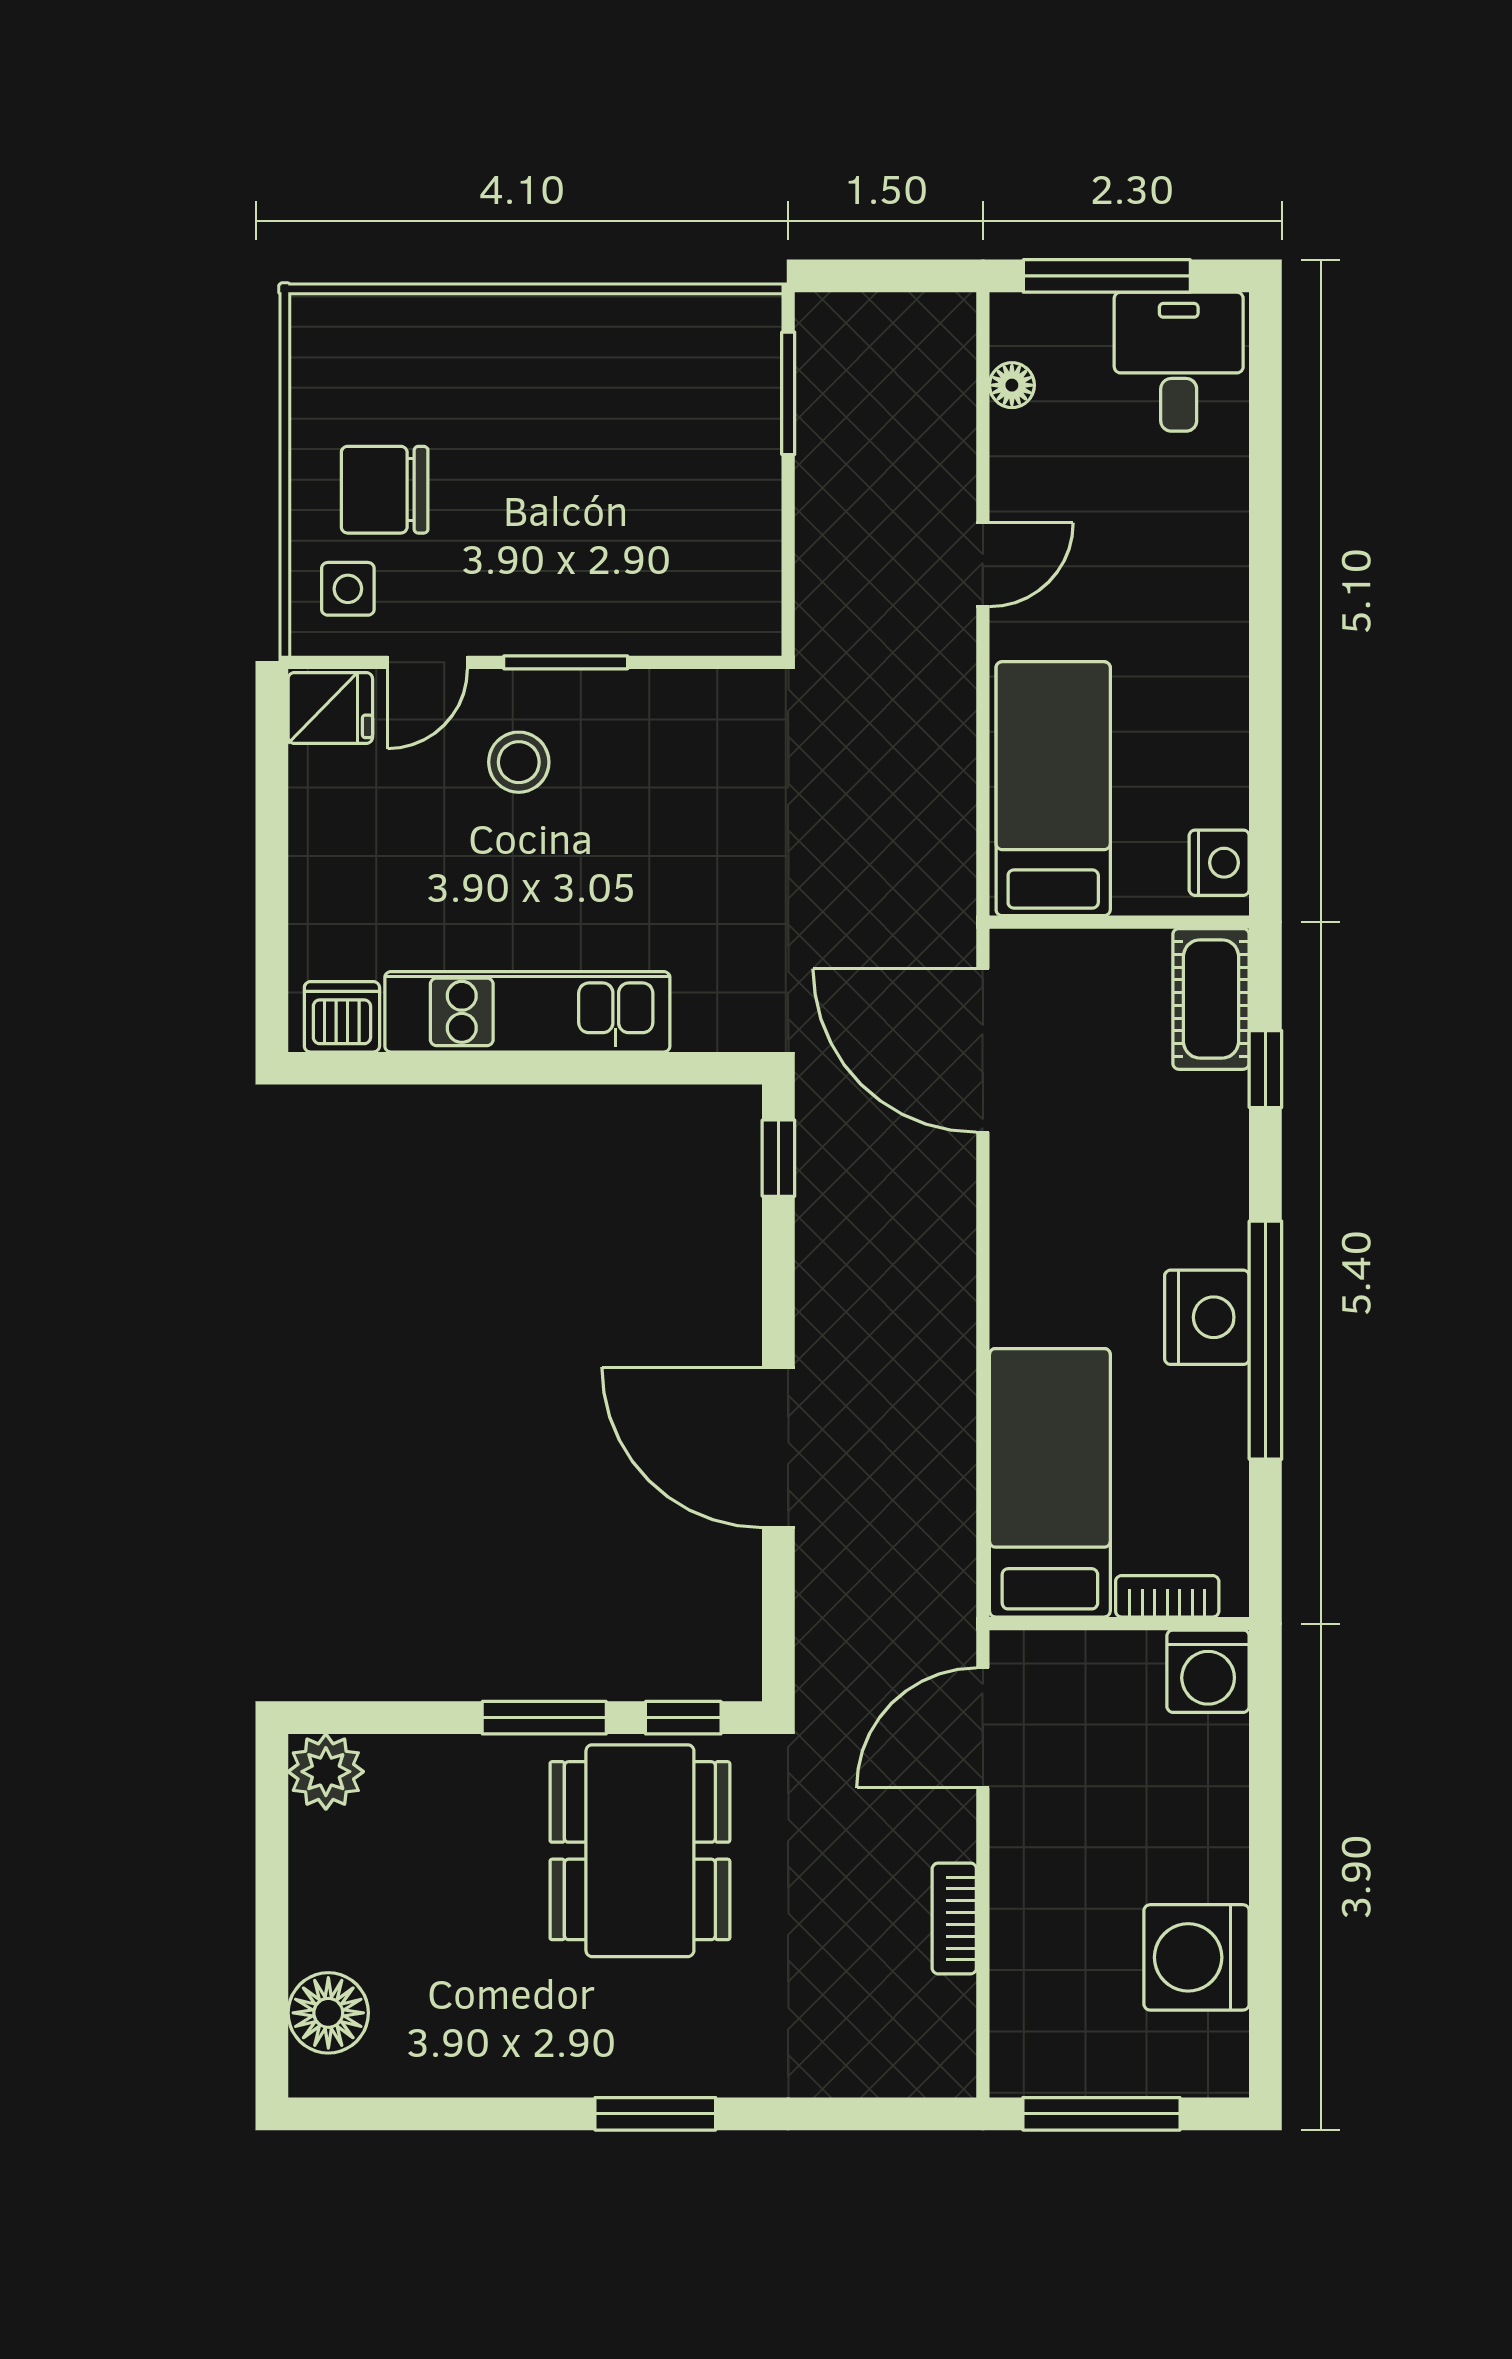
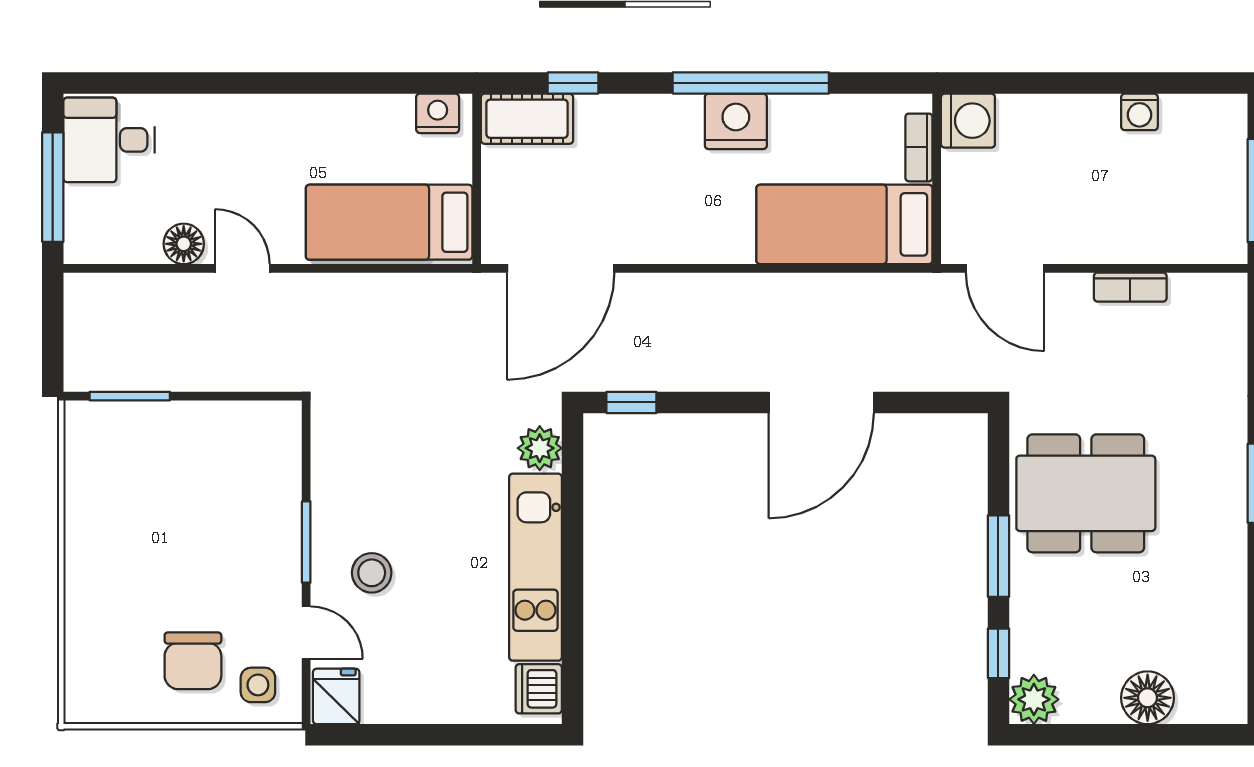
floor lamp: (1012, 385) -> (184, 244), moved, width x1.37, depth x1.37
plant: (709, 1018) -> (540, 448), added
window: (683, 1718) -> (998, 653), moved
washing machine: (1197, 1957) -> (1139, 112), width x0.53, depth x0.53
floor lamp: (328, 2013) -> (1148, 698), moved

